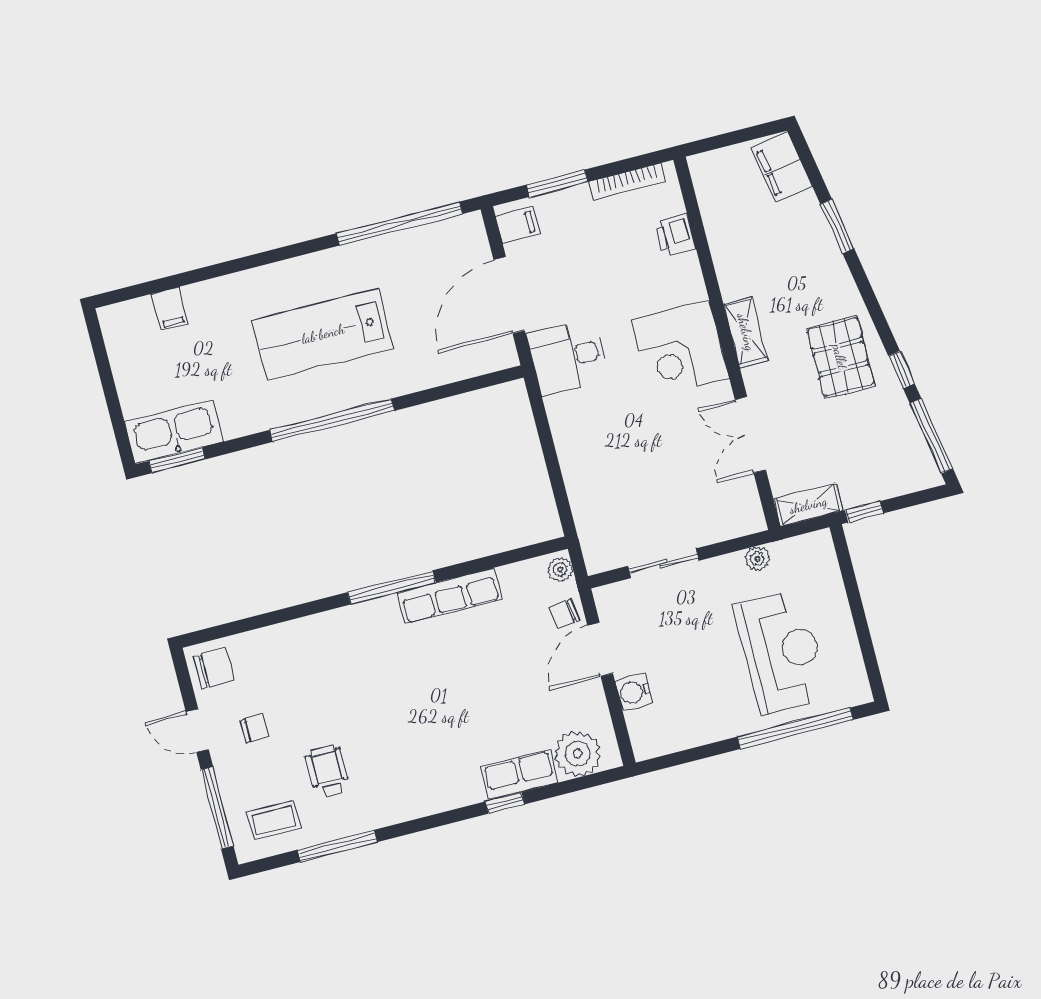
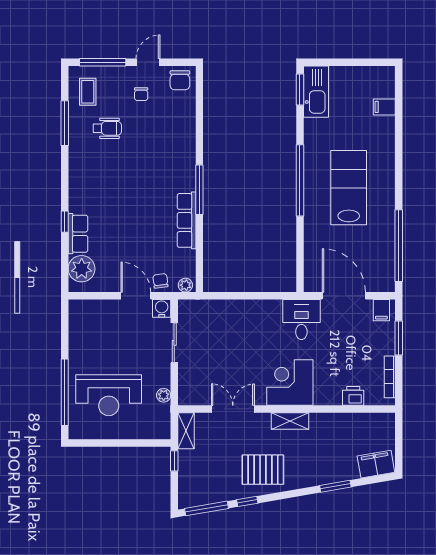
water cooler: (634, 692) -> (162, 308), moved

